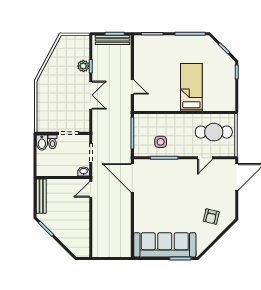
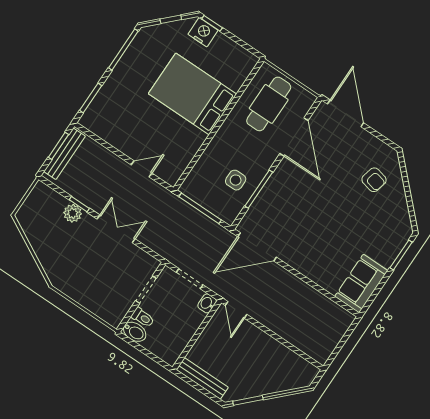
nightstand: (229, 70) -> (203, 32), added
bed: (191, 87) -> (192, 94), width x1.50
door: (205, 158) -> (294, 137), width x1.88
sofa: (165, 245) -> (361, 284), width x0.54, depth x0.79

